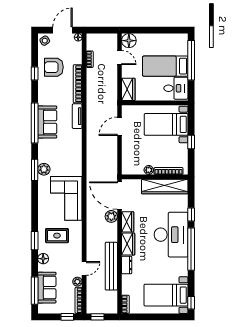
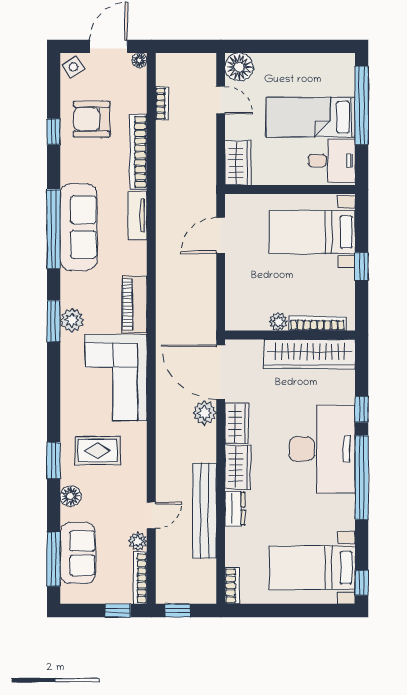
sofa: (47, 122) -> (79, 227), width x1.36
piano: (76, 161) -> (134, 304), added

